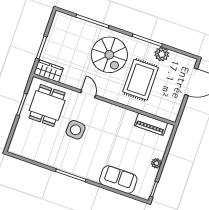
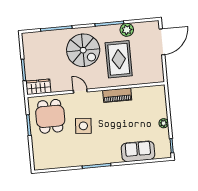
piano: (151, 124) -> (117, 95), moved

